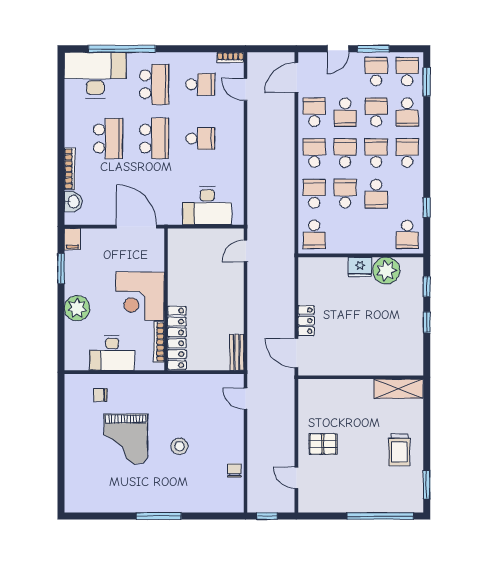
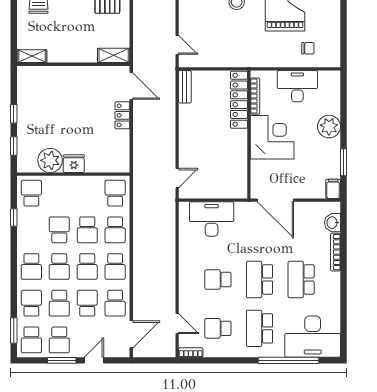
shelving: (316, 387) -> (114, 55), added
shelving: (398, 389) -> (32, 56), width x0.67, depth x0.75

